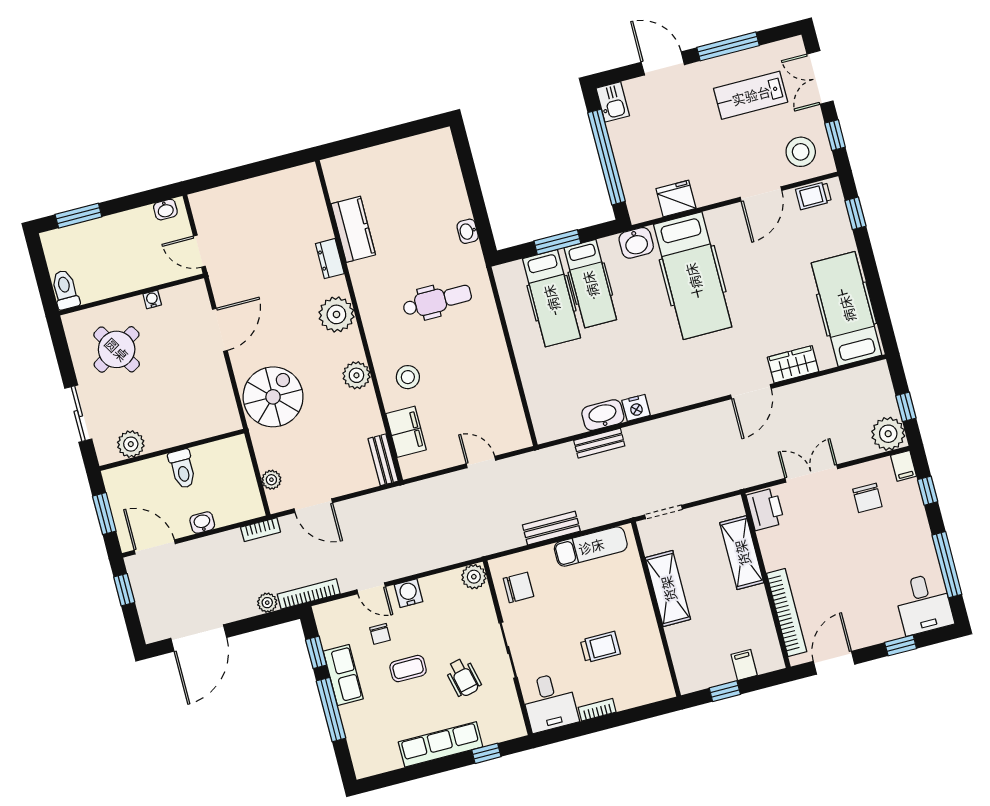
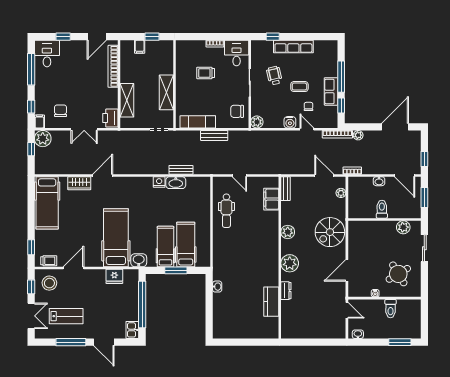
toilet: (65, 290) -> (391, 309), moved
dental chair: (437, 301) -> (226, 211), moved, turned -90
stool: (408, 377) -> (264, 225), removed

